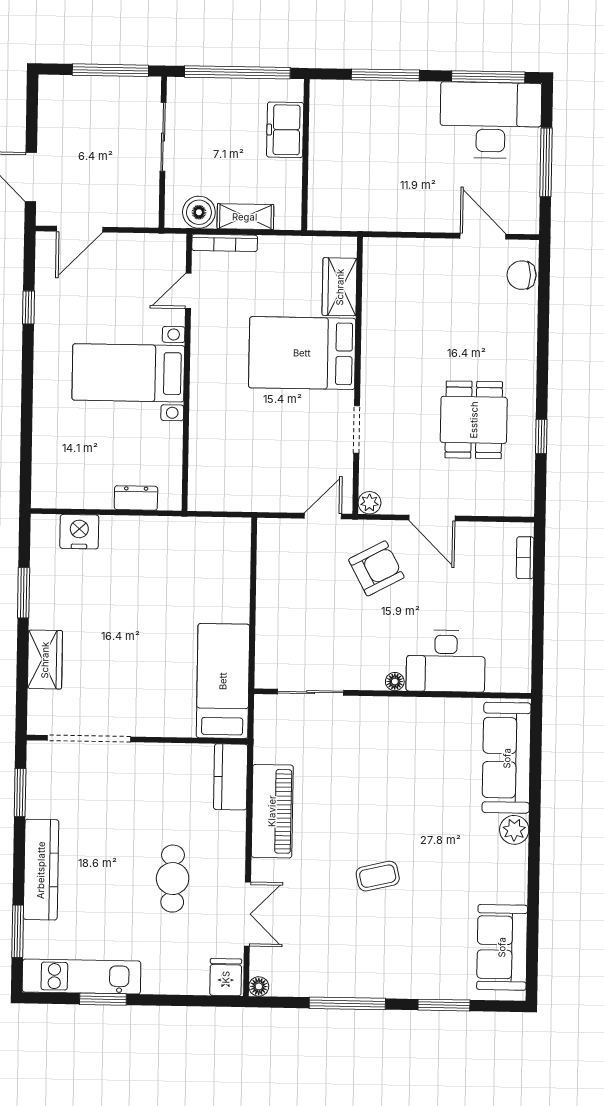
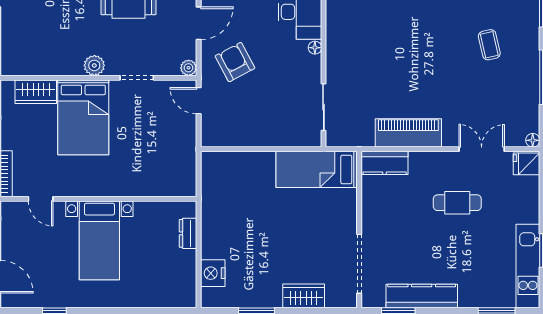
plant: (375, 370) -> (94, 65), added
kitchen counter: (41, 870) -> (422, 296), moved
coffee table: (378, 876) -> (489, 45), moved

